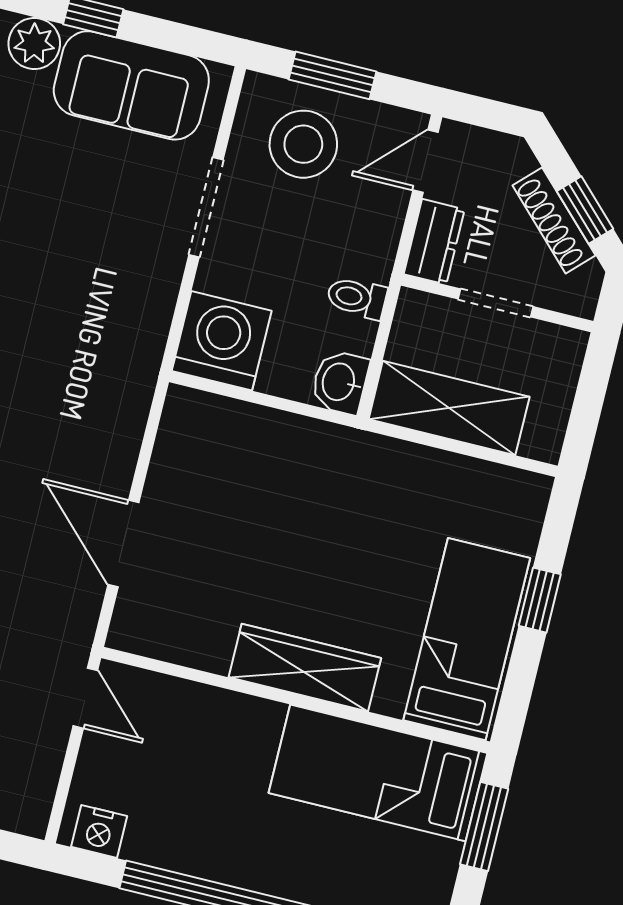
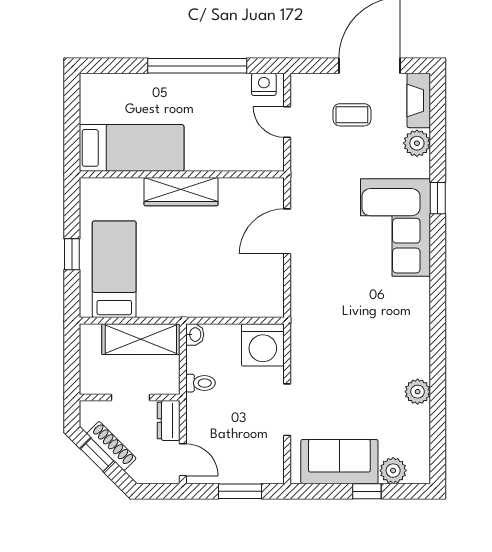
stool: (303, 144) -> (246, 453), removed
door: (425, 161) -> (183, 460), hinge flipped
washbasin: (340, 382) -> (195, 335), width x0.72, depth x0.69
door: (123, 544) -> (287, 231), swing flipped
bed: (467, 639) -> (114, 269), moved, turned 180
door: (85, 698) -> (287, 122), moved
window: (484, 827) -> (72, 134), removed

